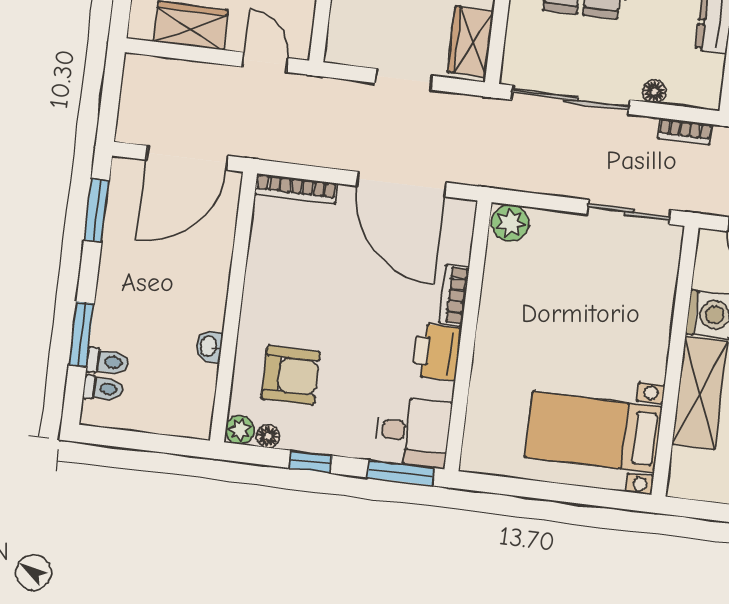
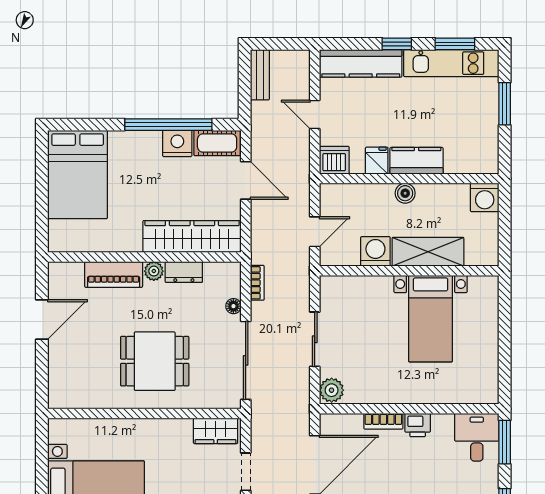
sliding door: (629, 212) -> (315, 339), moved
printer: (437, 352) -> (418, 425), width x0.73, depth x0.81
bed with nightstands: (593, 432) -> (431, 319), moved

